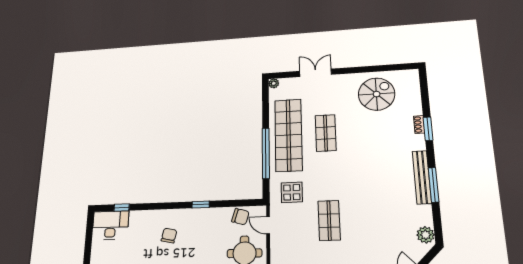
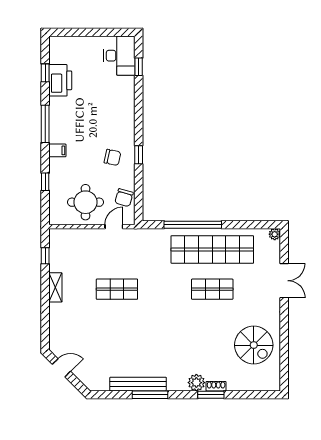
bench: (422, 177) -> (138, 384), moved
display table: (292, 192) -> (148, 252), removed
plant: (426, 235) -> (196, 383), moved
chair: (169, 236) -> (112, 157), moved

